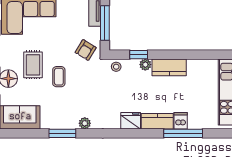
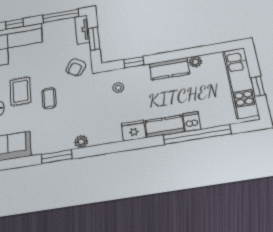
window: (105, 23) -> (94, 39), width x0.69
plant: (145, 65) -> (195, 62), moved
stool: (116, 67) -> (118, 88), moved
window: (183, 133) -> (197, 134), width x1.46

